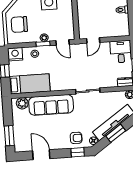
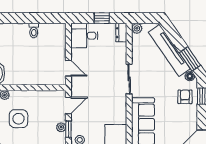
window: (116, 133) -> (190, 59), moved

